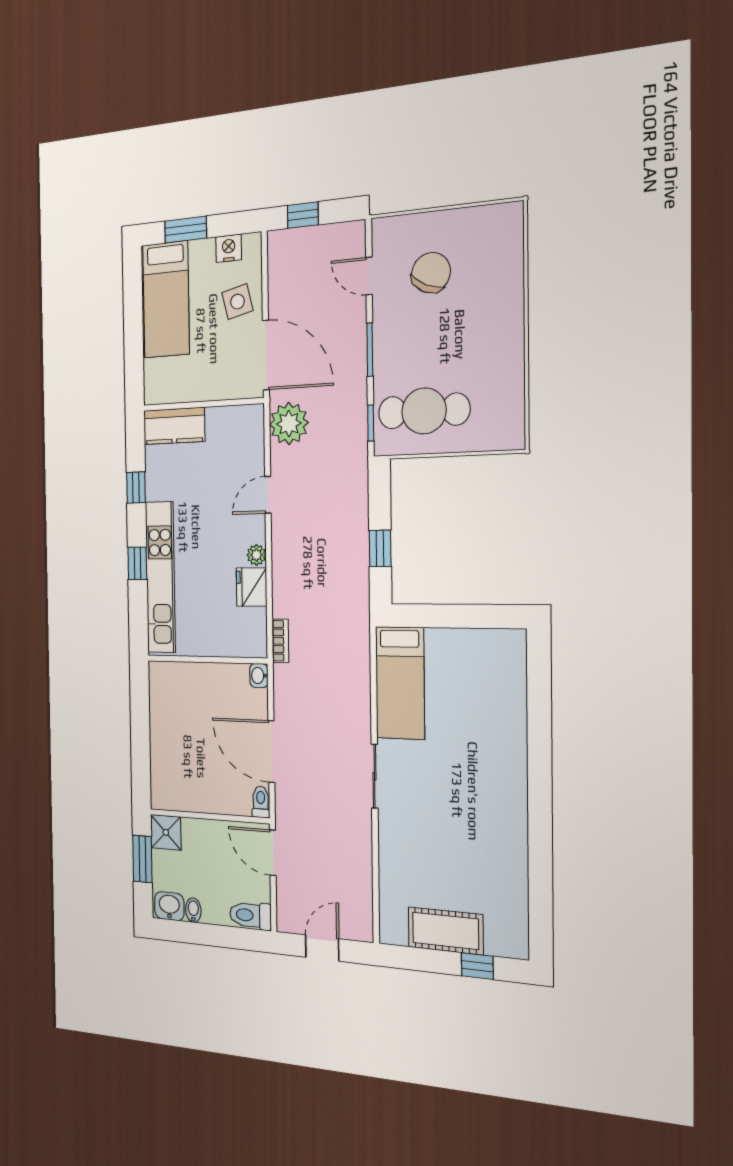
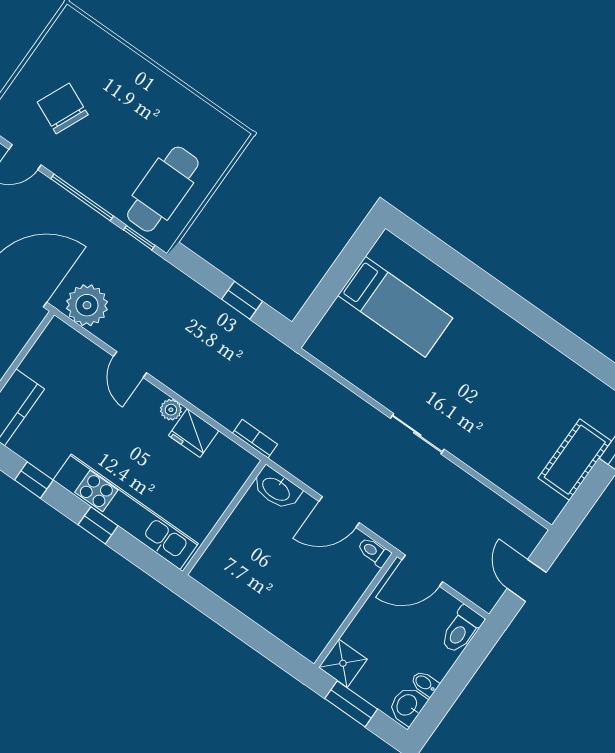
window: (370, 350) -> (82, 197), width x1.44
washbasin: (259, 676) -> (277, 489), width x1.91, depth x1.45
bed: (400, 683) -> (395, 307), moved
door: (271, 751) -> (339, 512), width x0.73

